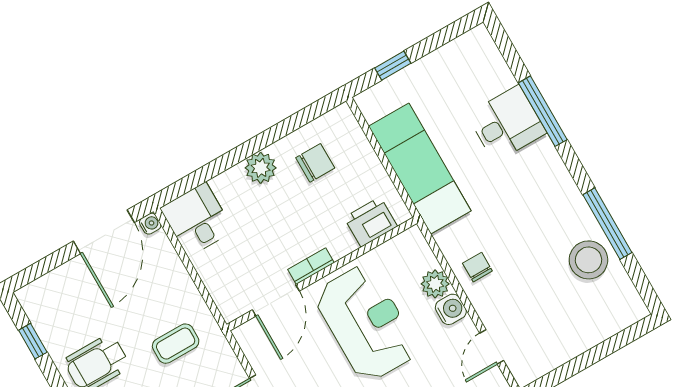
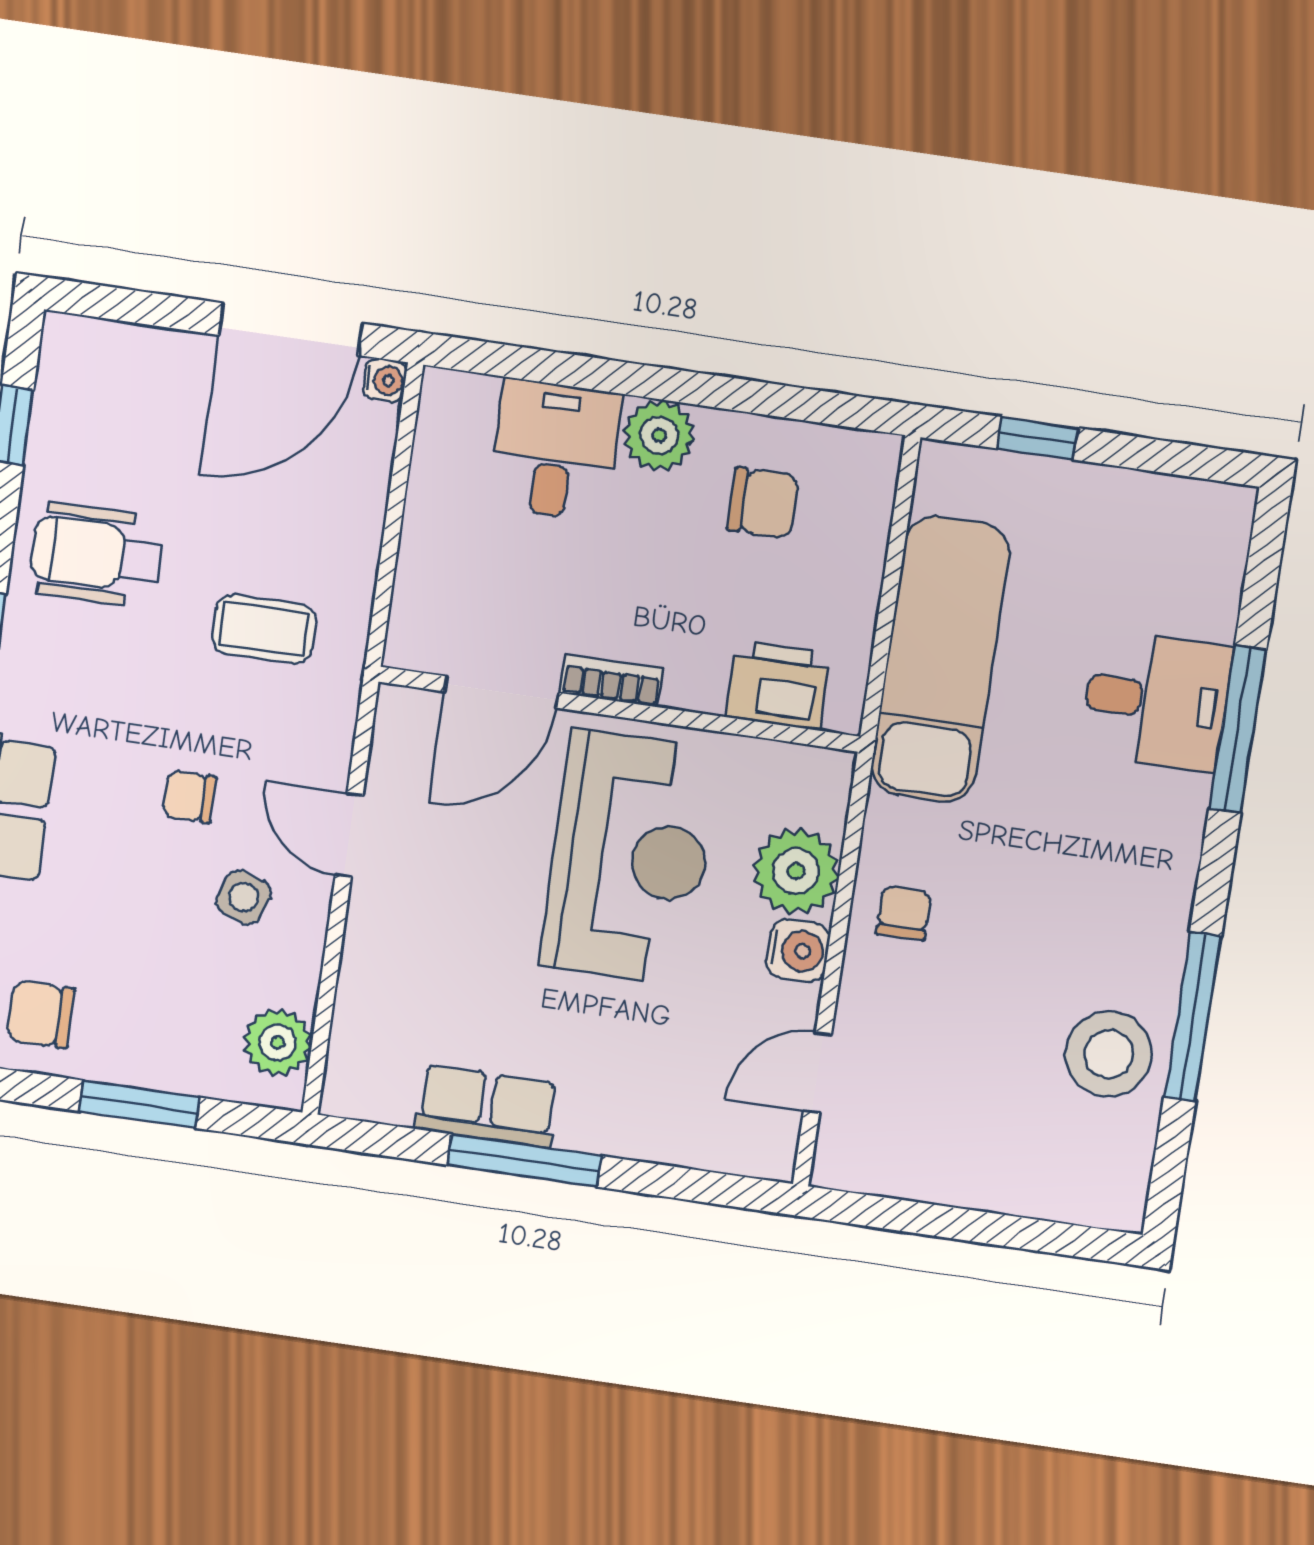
desk: (197, 219) -> (555, 450), moved
plant: (435, 284) -> (796, 871), width x1.36, depth x1.36

